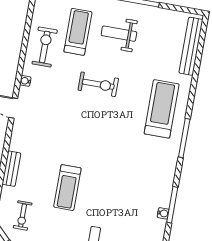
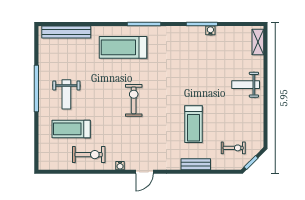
exercise bike: (45, 47) -> (89, 155), turned 180
exercise bike: (98, 84) -> (134, 100), moved
treadmill: (67, 188) -> (194, 124), moved, turned 90

